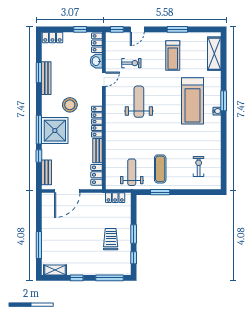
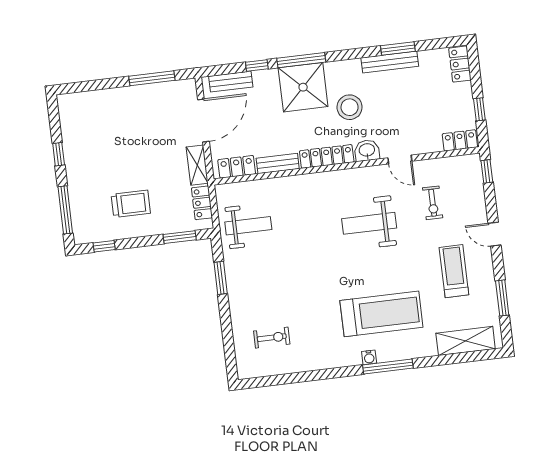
door: (137, 29) -> (494, 234), moved
window: (177, 29) -> (502, 298), moved
treadmill: (173, 56) -> (454, 271), turned 90
washbasin: (96, 61) -> (367, 150), moved
treadmill: (192, 101) -> (381, 314), turned 180
window: (224, 101) -> (388, 367), width x1.44
weight bench: (139, 102) -> (369, 223), turned 180
exercise mat: (160, 169) -> (260, 273), removed
door: (67, 191) -> (203, 121), swing flipped
window: (134, 234) -> (180, 237), moved
window: (39, 245) -> (152, 78), moved
shelving: (55, 270) -> (197, 165), moved

